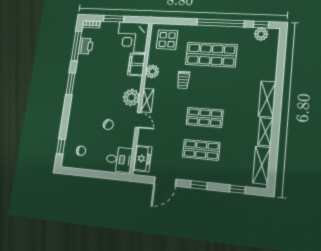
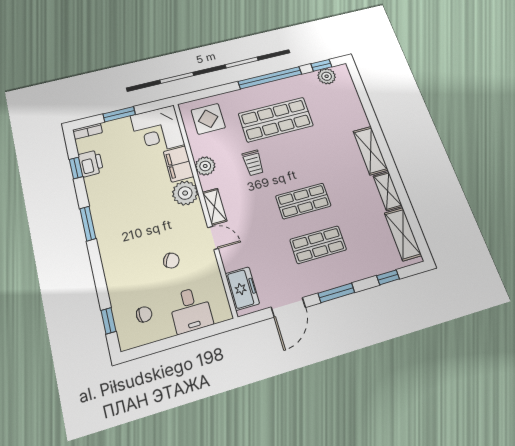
window: (76, 46) -> (76, 168), width x0.46
plant: (131, 97) -> (185, 193), moved
desk: (119, 159) -> (191, 310), moved, turned 90
window: (199, 185) -> (336, 293), width x1.50

